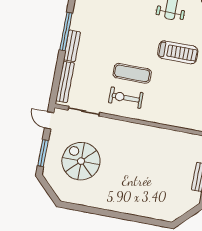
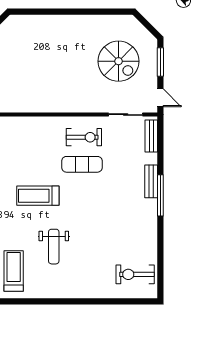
bench: (65, 82) -> (151, 136), width x0.73

